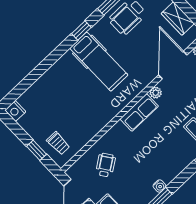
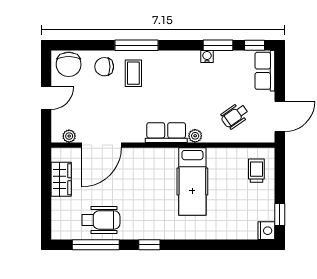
hospital bed: (99, 62) -> (192, 181), moved, turned 180
plant: (156, 93) -> (195, 136), moved
window: (37, 150) -> (280, 214), moved

